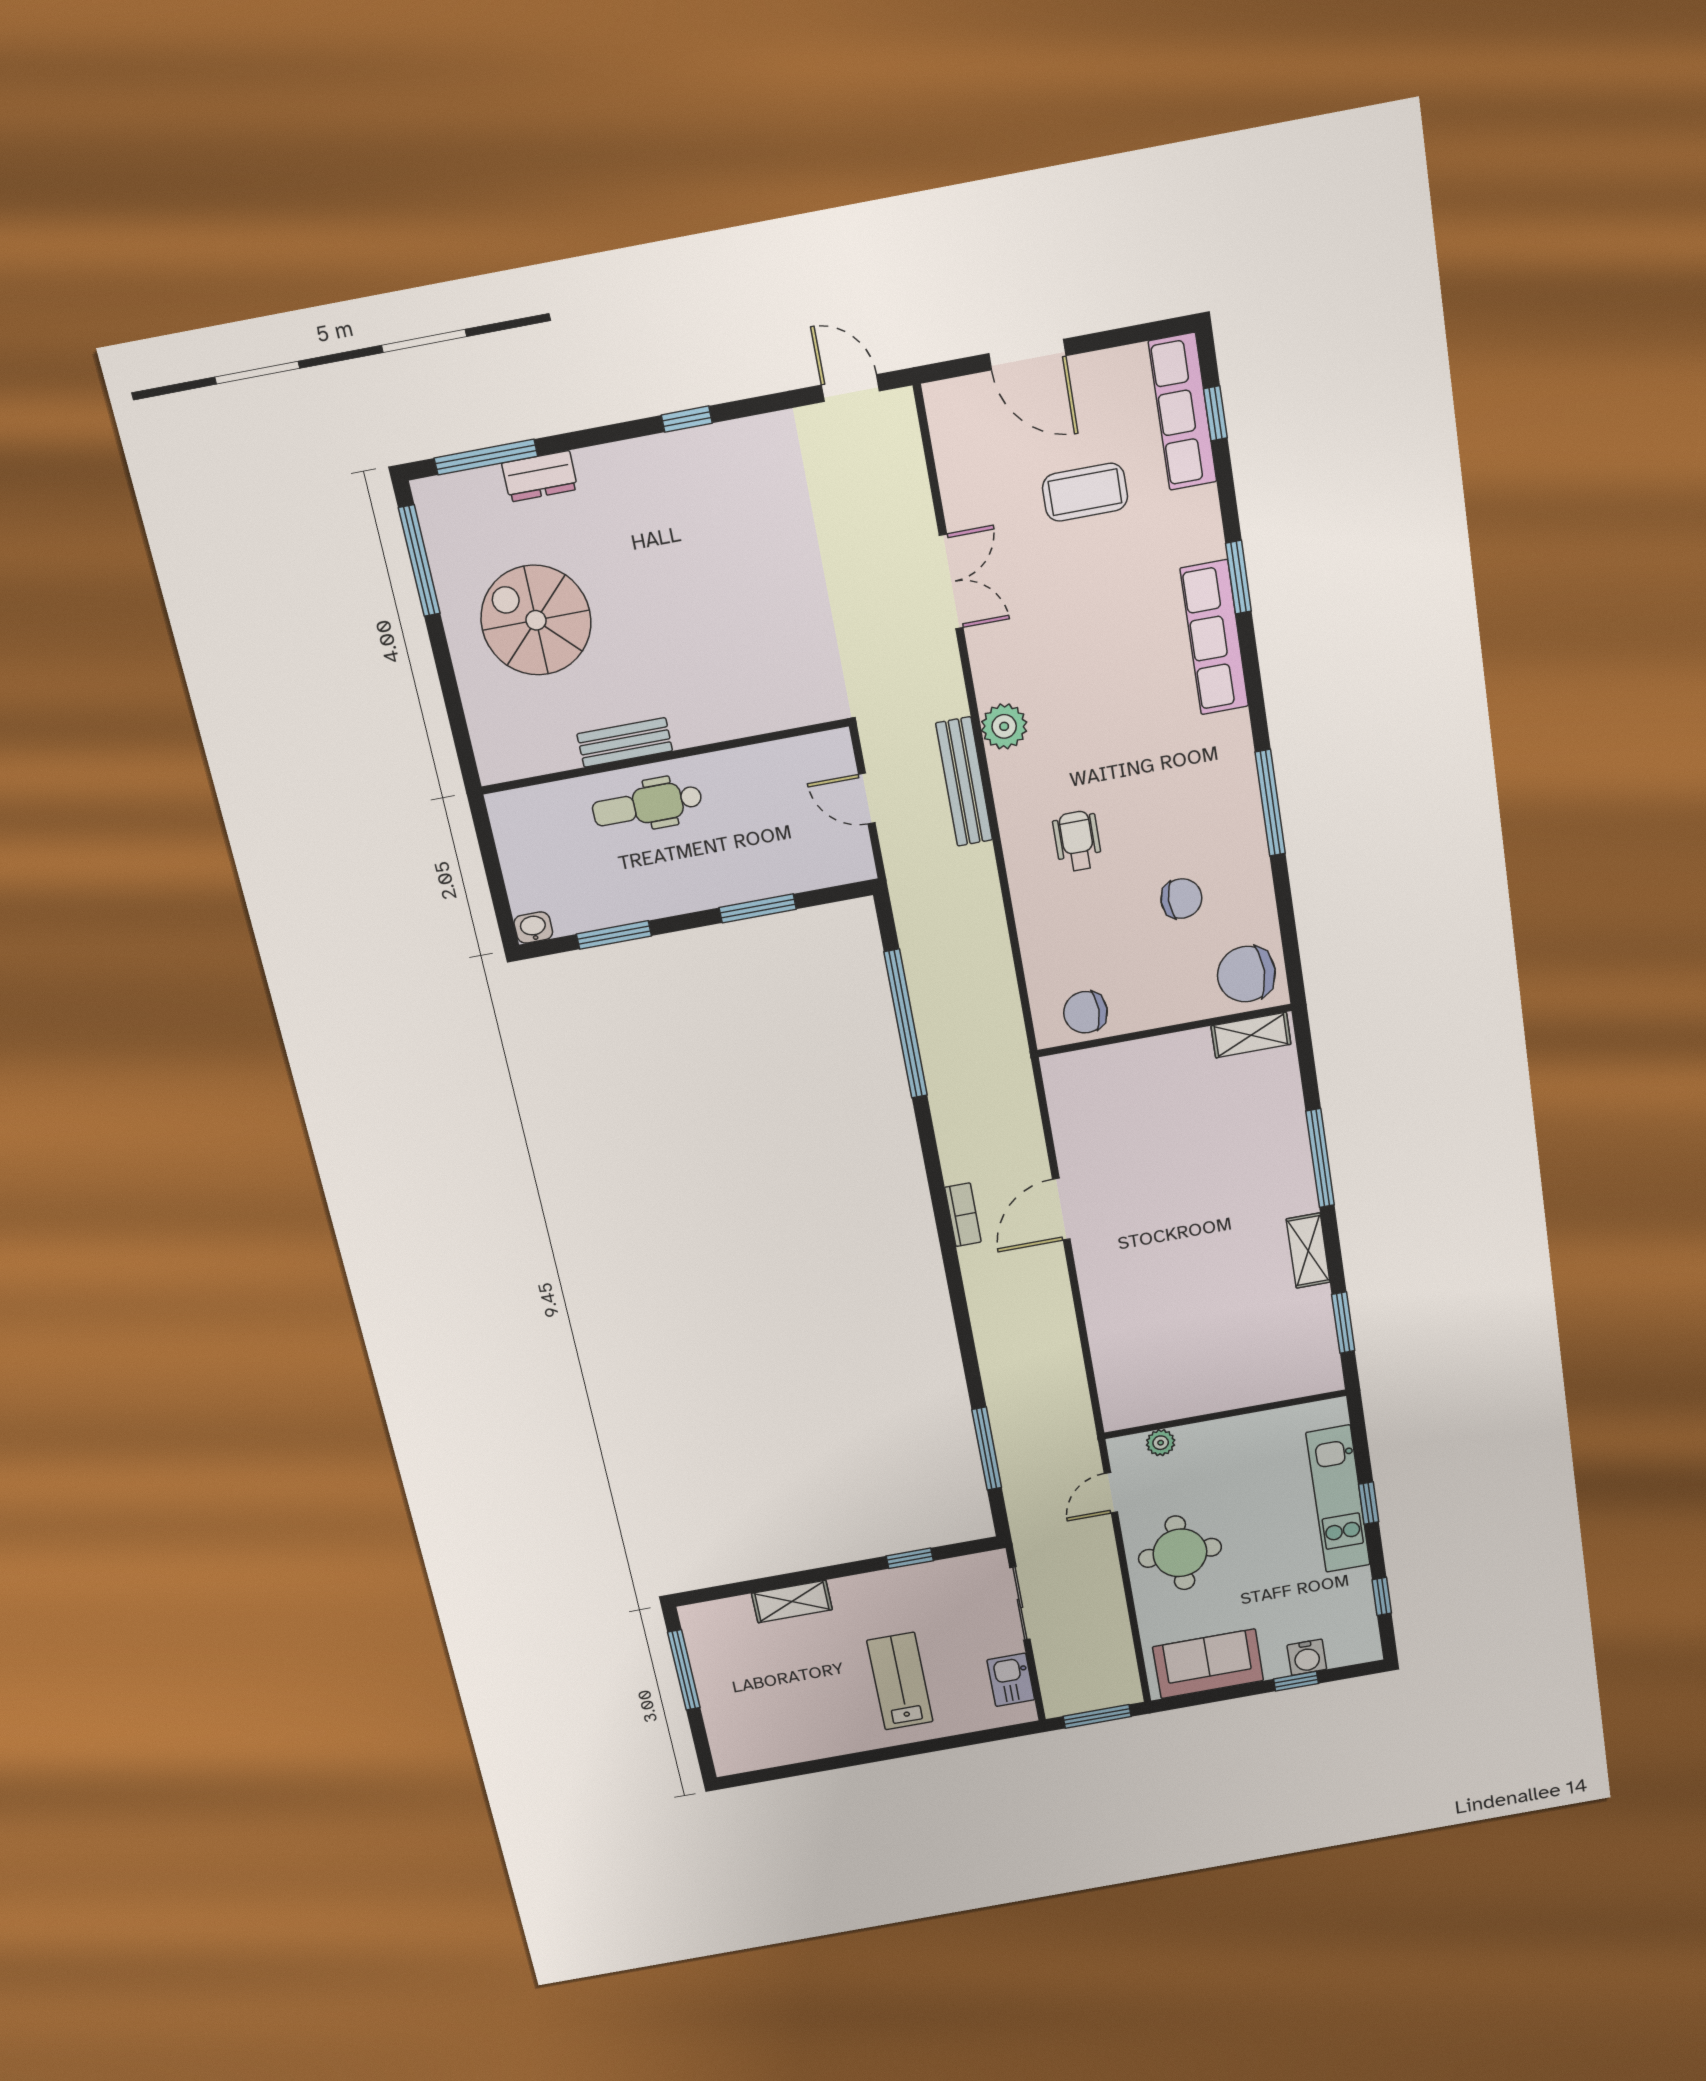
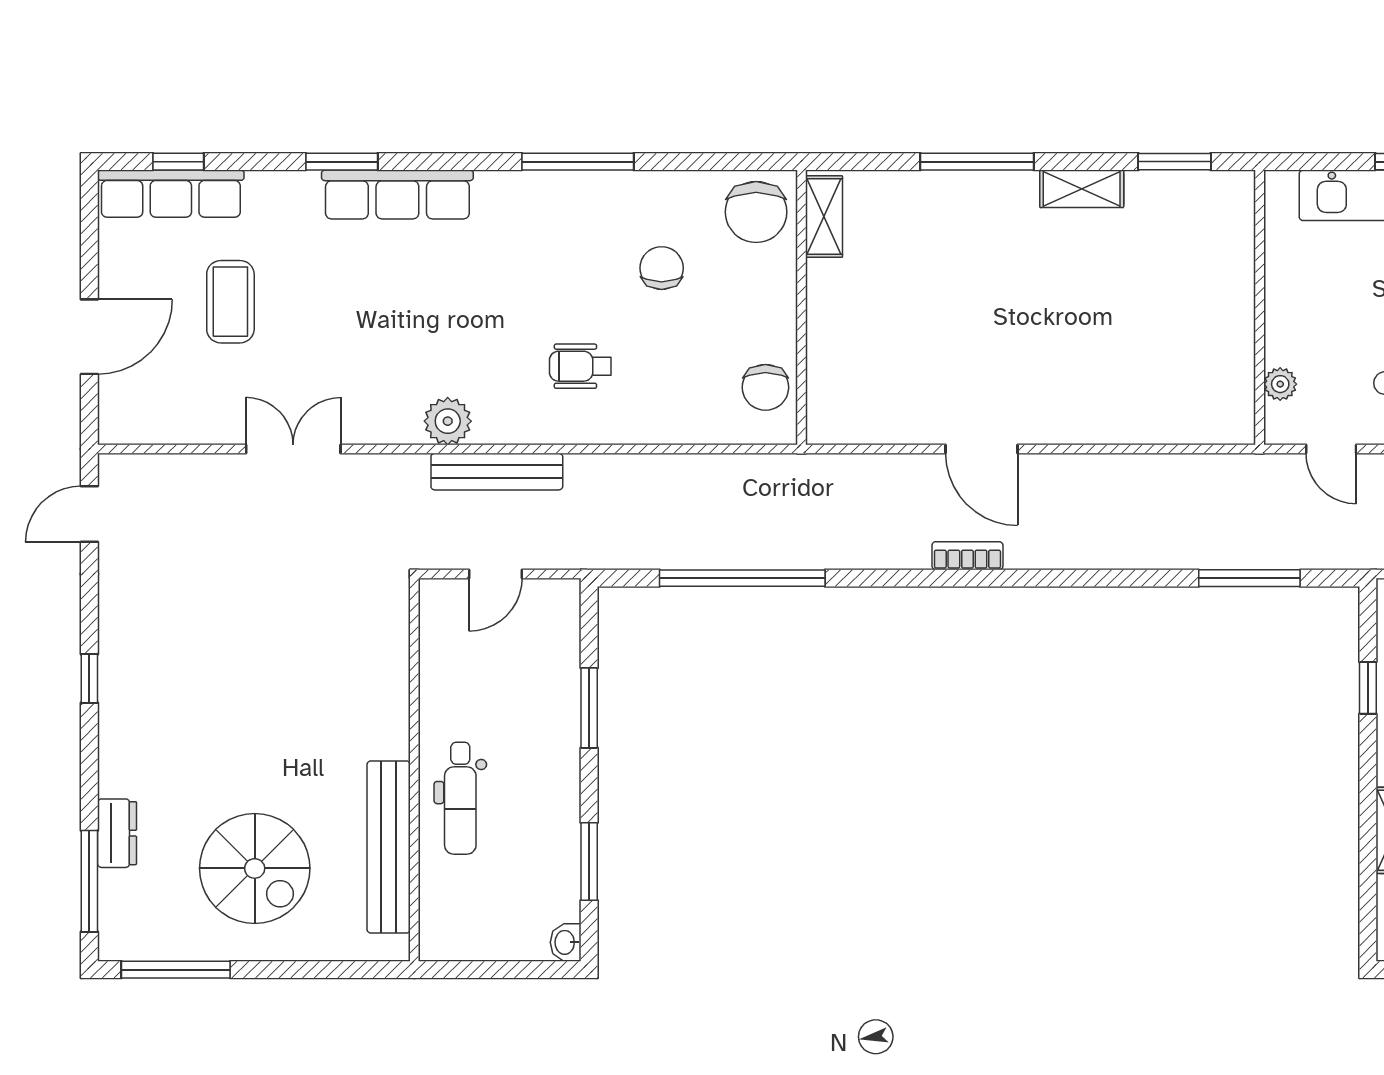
spiral stairs: (536, 620) -> (255, 868), turned -90
bench: (625, 742) -> (389, 847), width x1.86, depth x1.21

